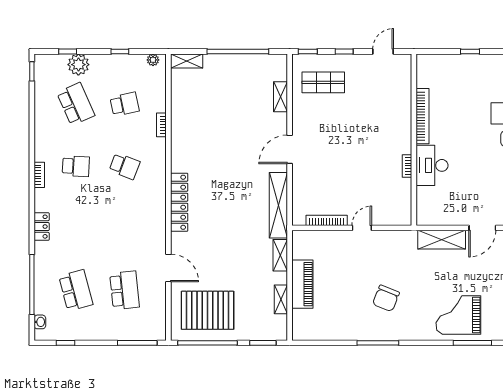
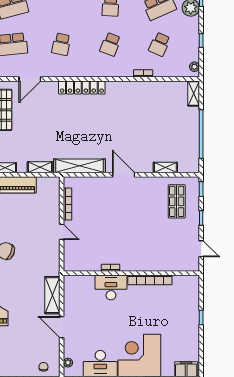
school desk: (125, 104) -> (159, 44), turned 36
school desk: (125, 228) -> (61, 44), added

